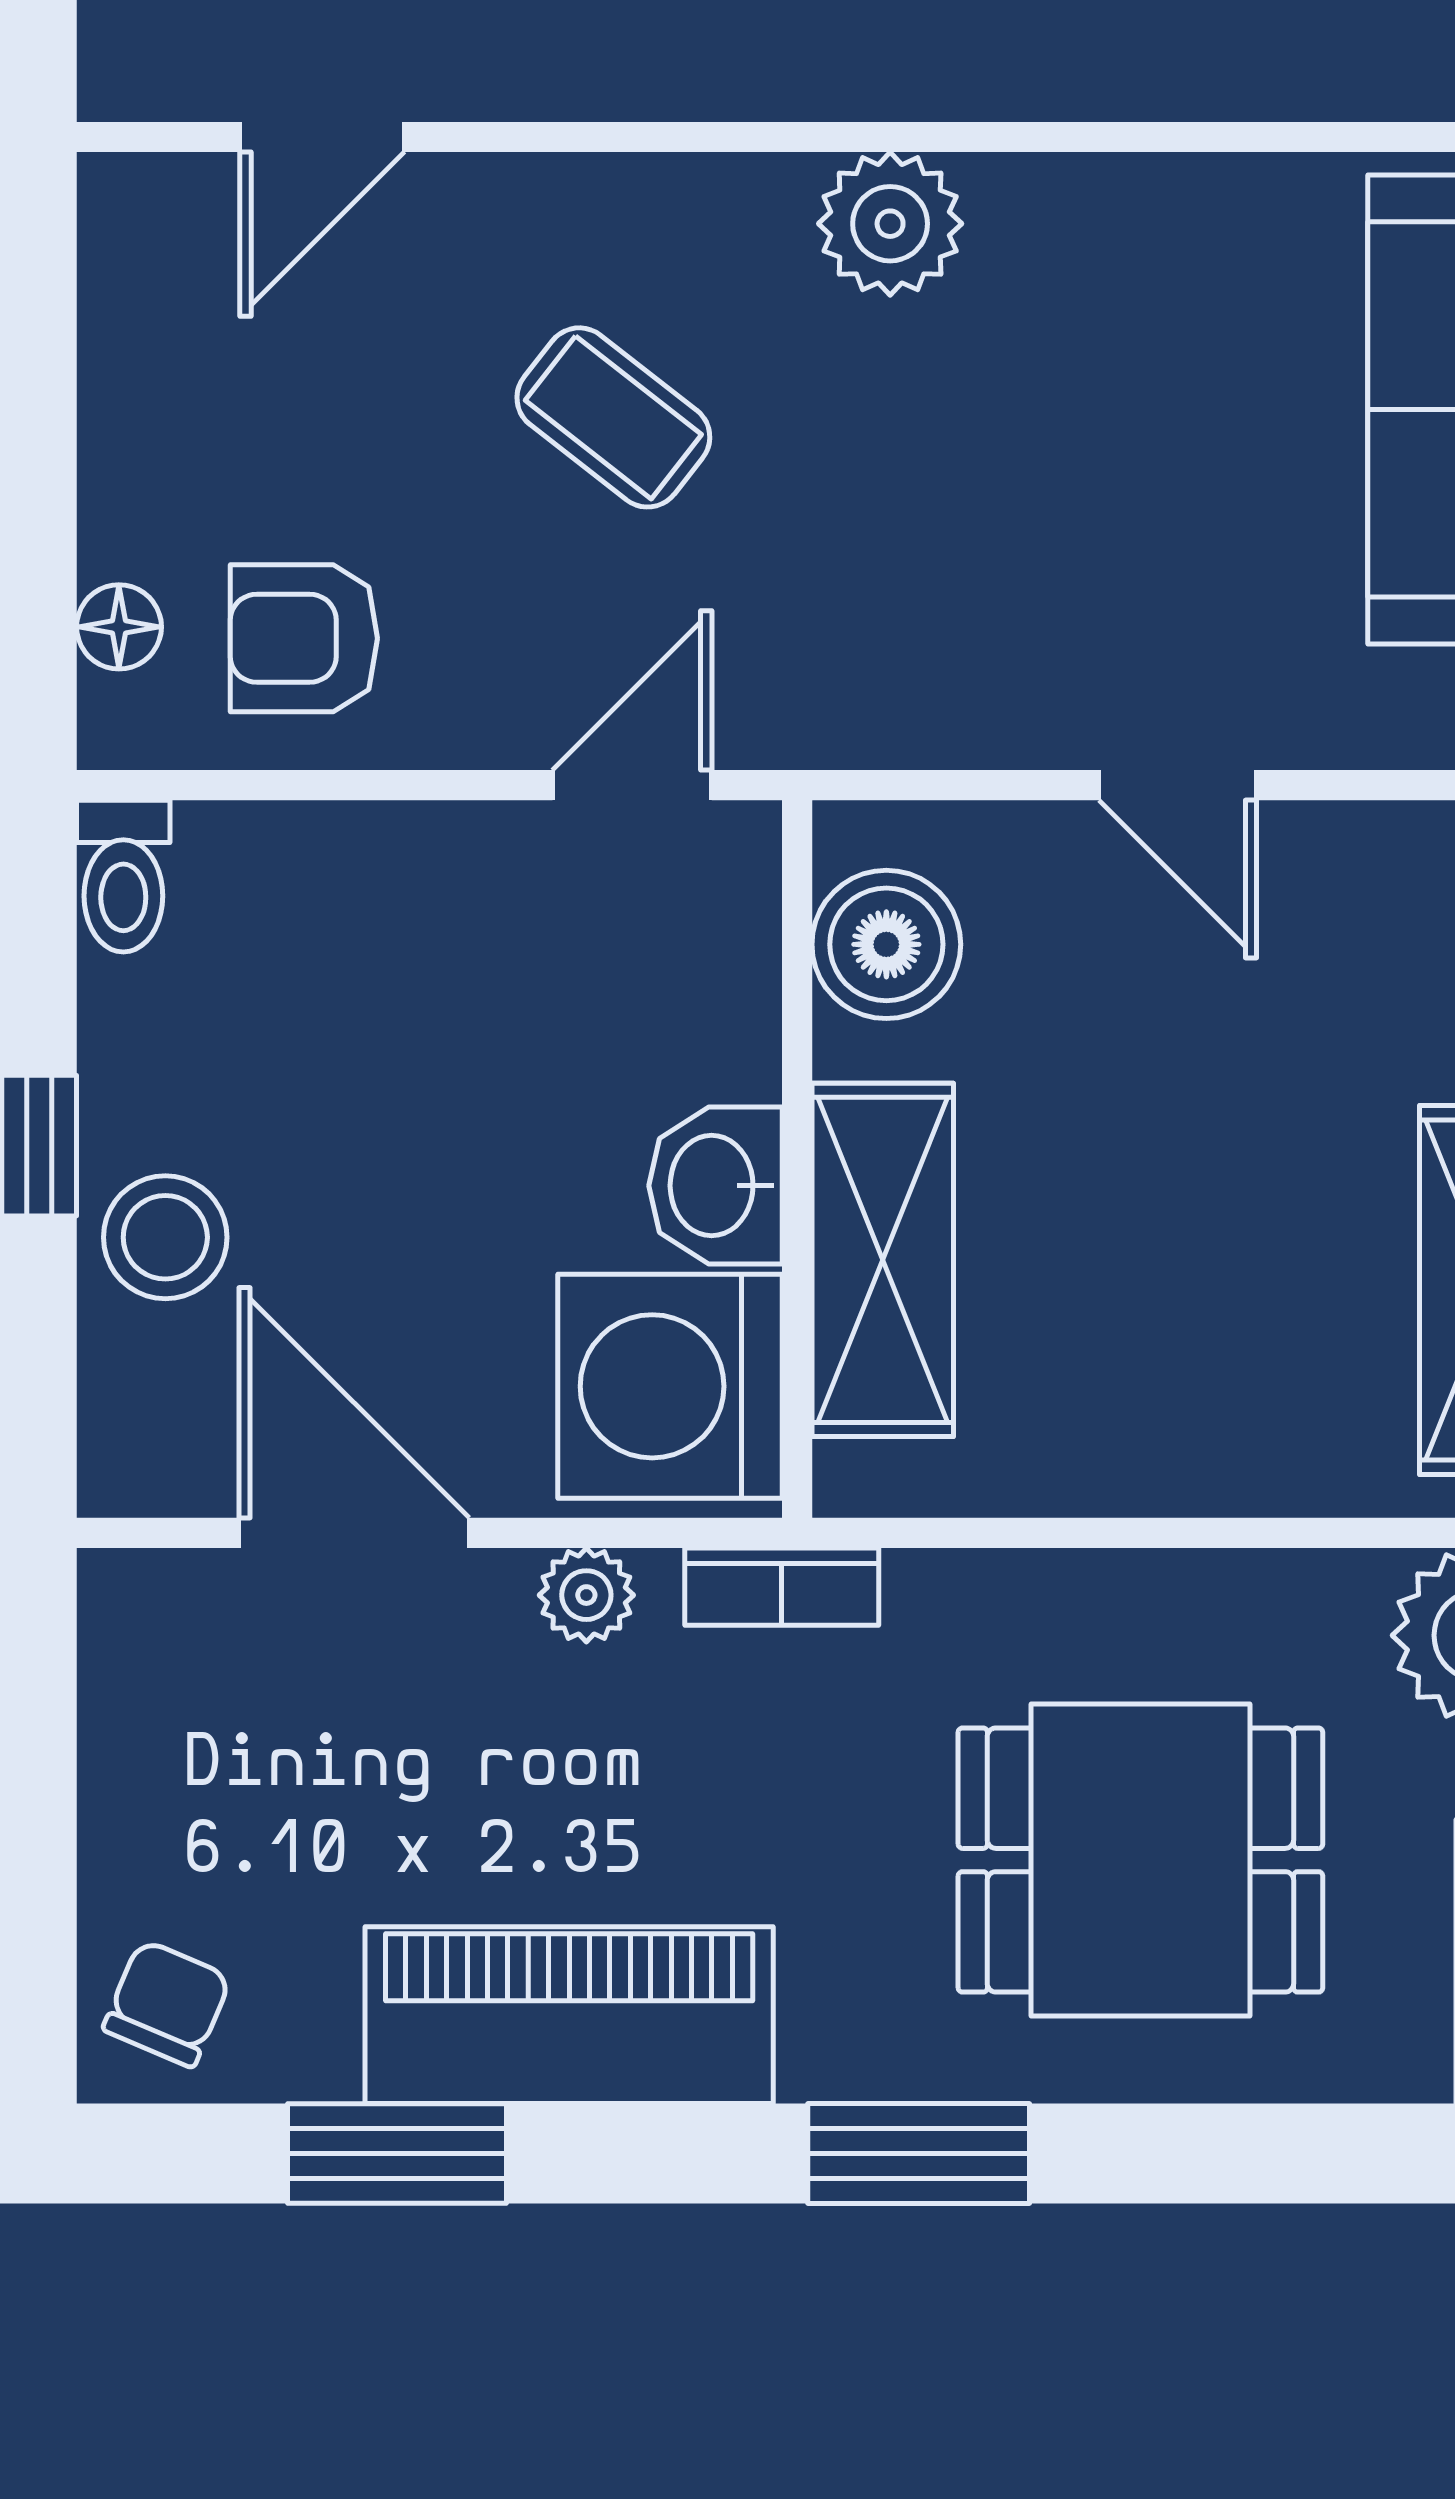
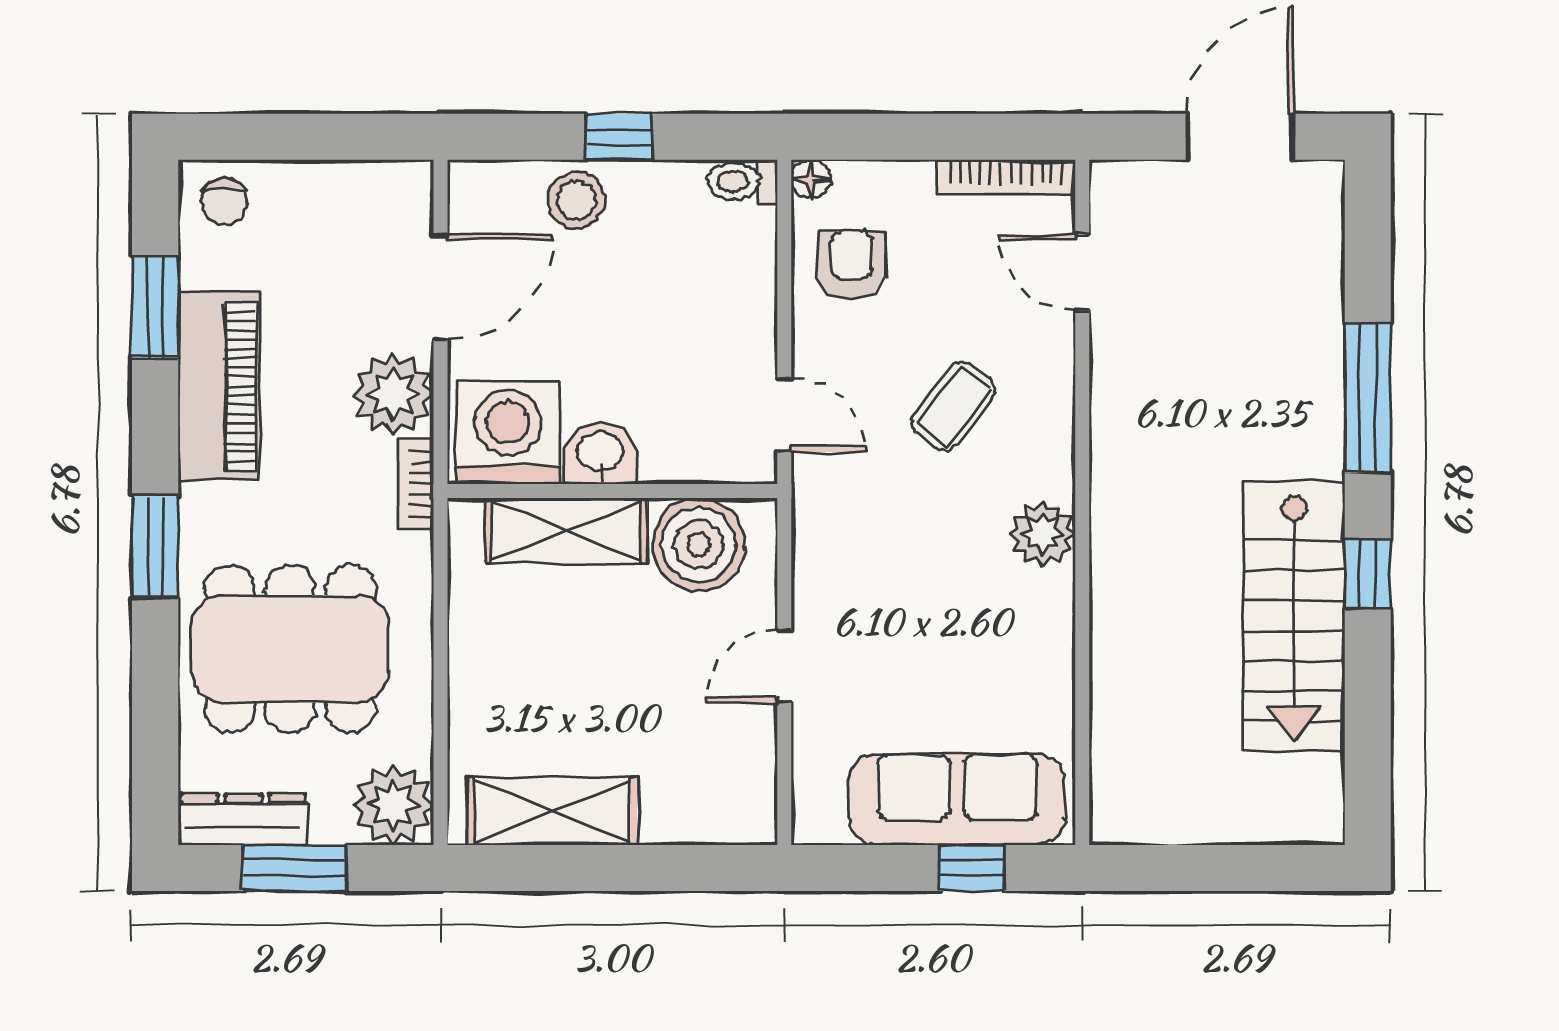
bookcase: (115, 302) -> (1006, 177), added
floor lamp: (119, 627) -> (811, 179), moved
boiler: (886, 944) -> (699, 545), width x1.37, depth x1.37
plant: (586, 1595) -> (393, 394), width x1.88, depth x1.88
dining table: (1140, 1860) -> (290, 649), width x1.37
chair: (167, 2003) -> (224, 201), turned 67

